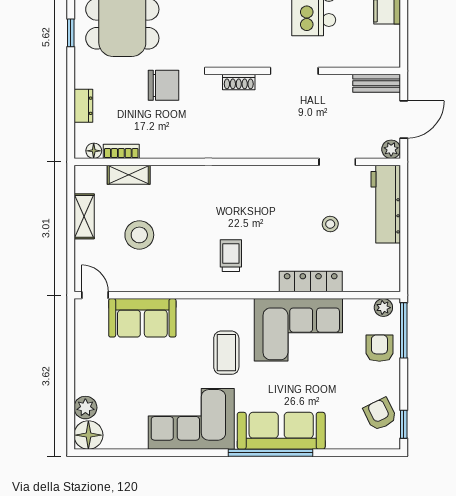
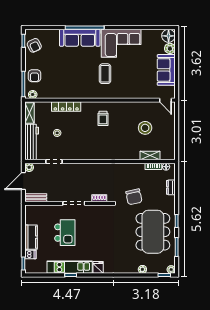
chair: (163, 85) -> (134, 197), turned -102
shelving: (84, 216) -> (30, 113), moved
sofa: (142, 318) -> (166, 70), moved, turned -90
corner sofa: (298, 330) -> (72, 84), removed

